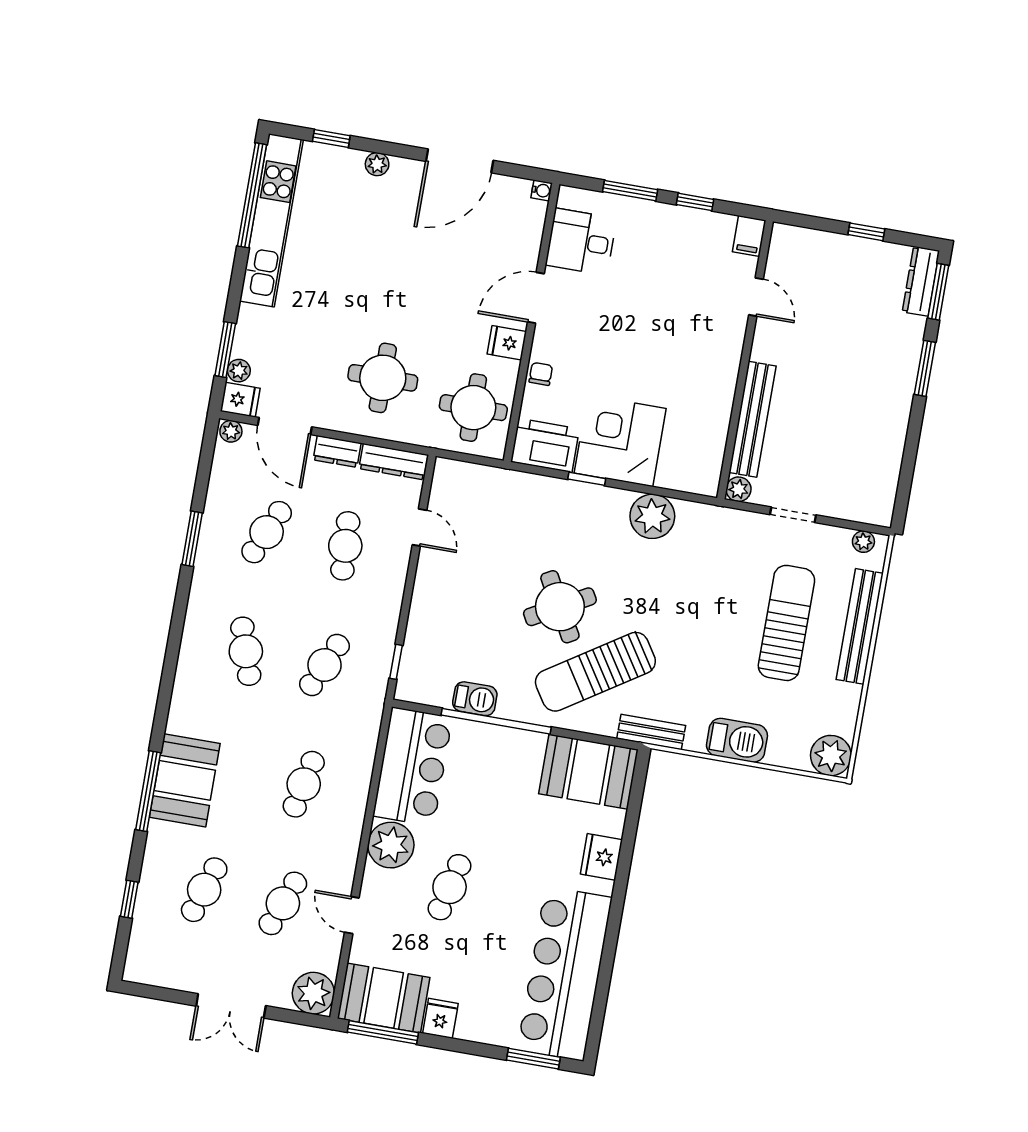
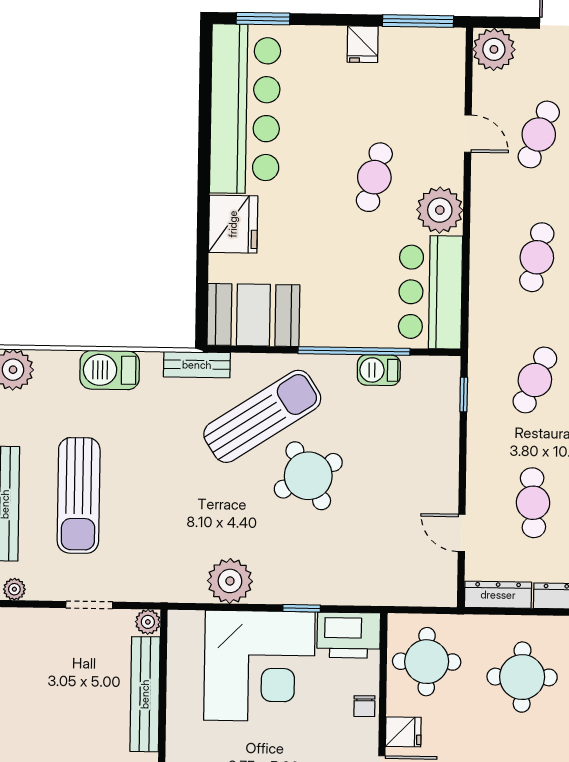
corner desk: (620, 441) -> (259, 666), width x1.36, depth x1.36
fridge: (601, 857) -> (233, 224), width x1.36, depth x1.34
booth: (384, 998) -> (423, 56), removed

